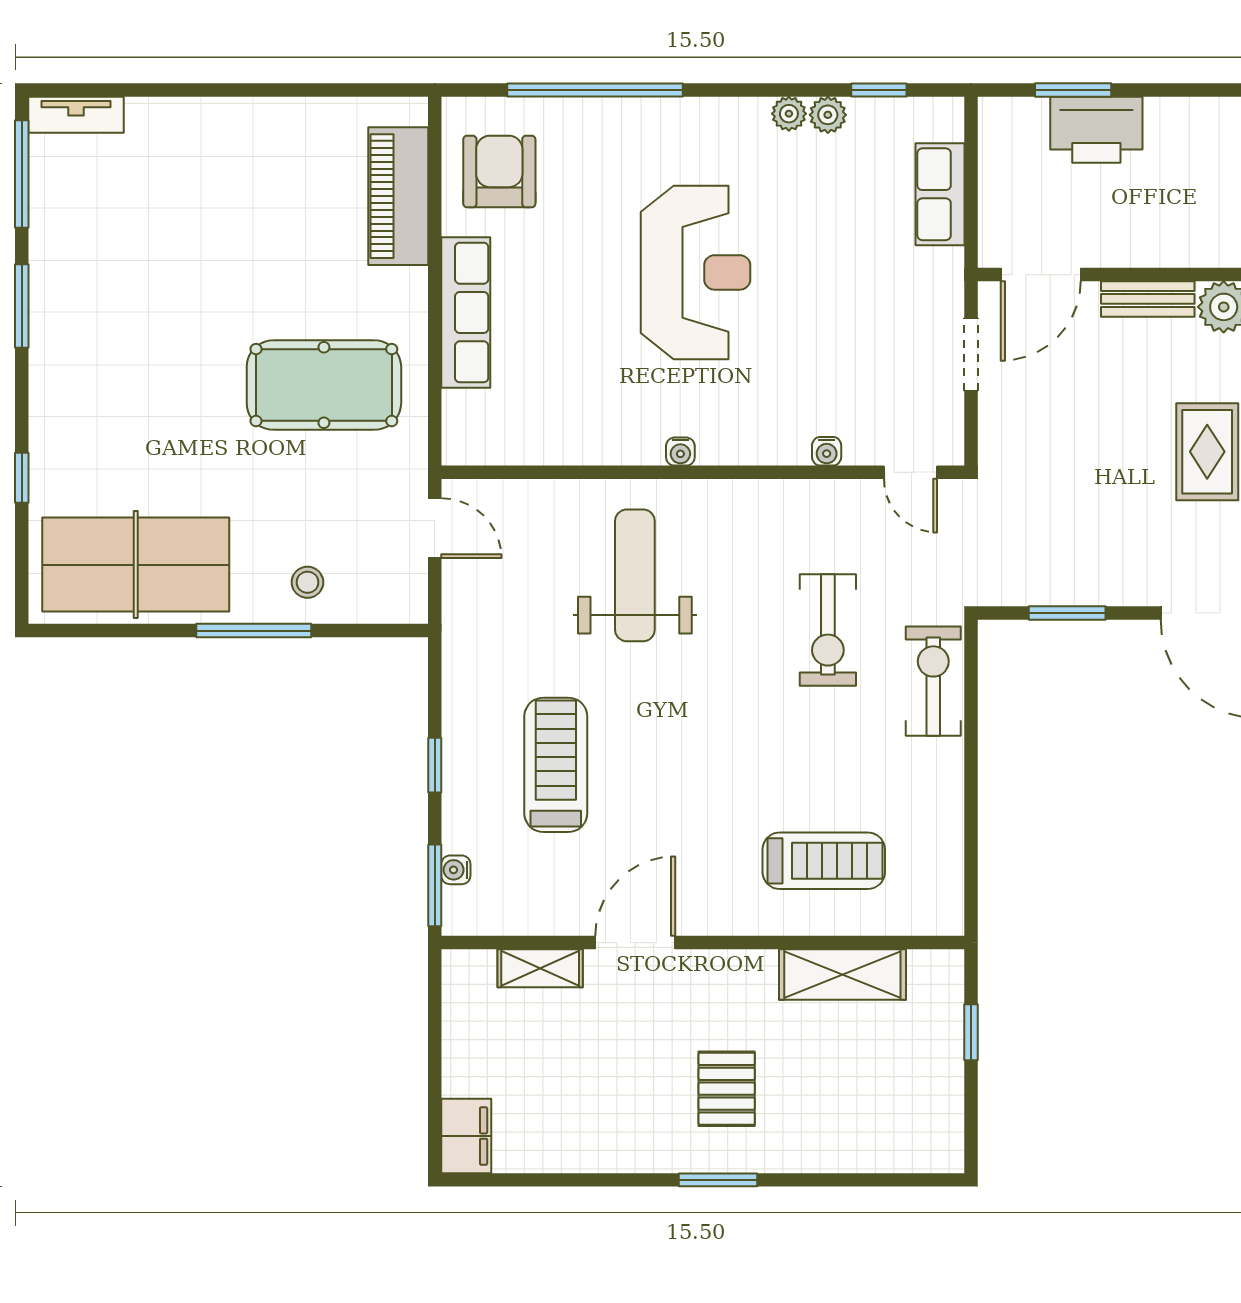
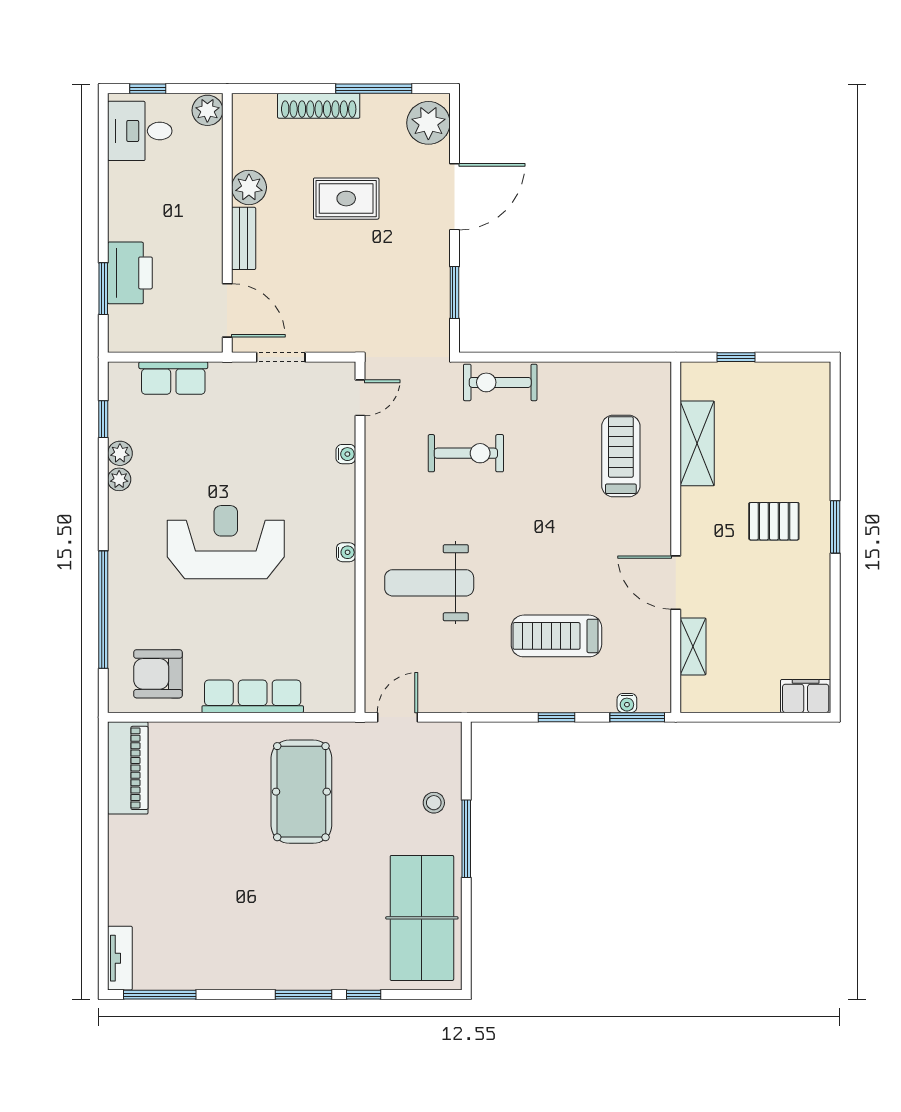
piano: (398, 196) -> (128, 768), moved, turned -90
window: (22, 306) -> (304, 995), moved

